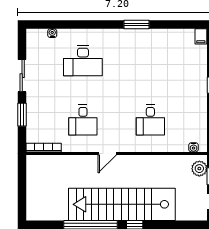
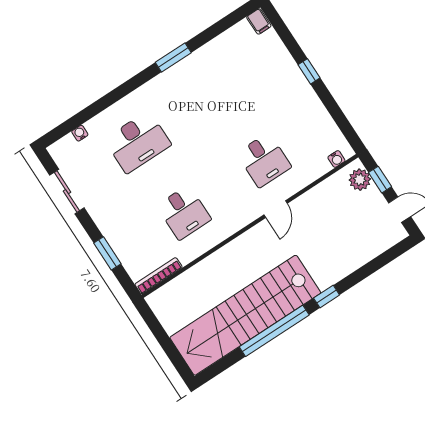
sliding door: (22, 76) -> (67, 192), moved
door: (107, 153) -> (276, 209), moved
stairs: (122, 204) -> (245, 315), moved

